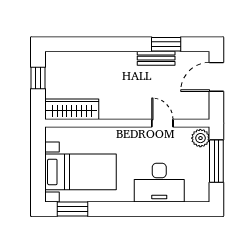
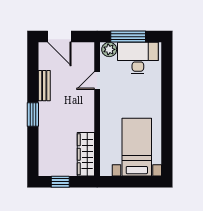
window: (166, 44) -> (33, 114), moved
desk: (159, 183) -> (138, 58), moved, turned -90
window: (73, 209) -> (167, 154), removed

